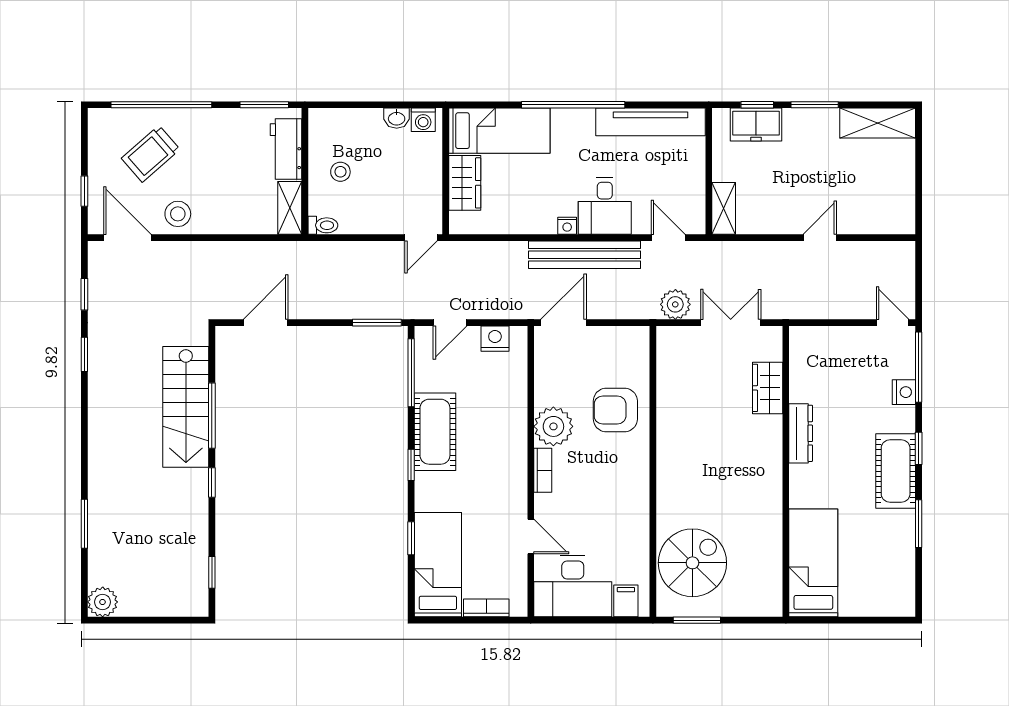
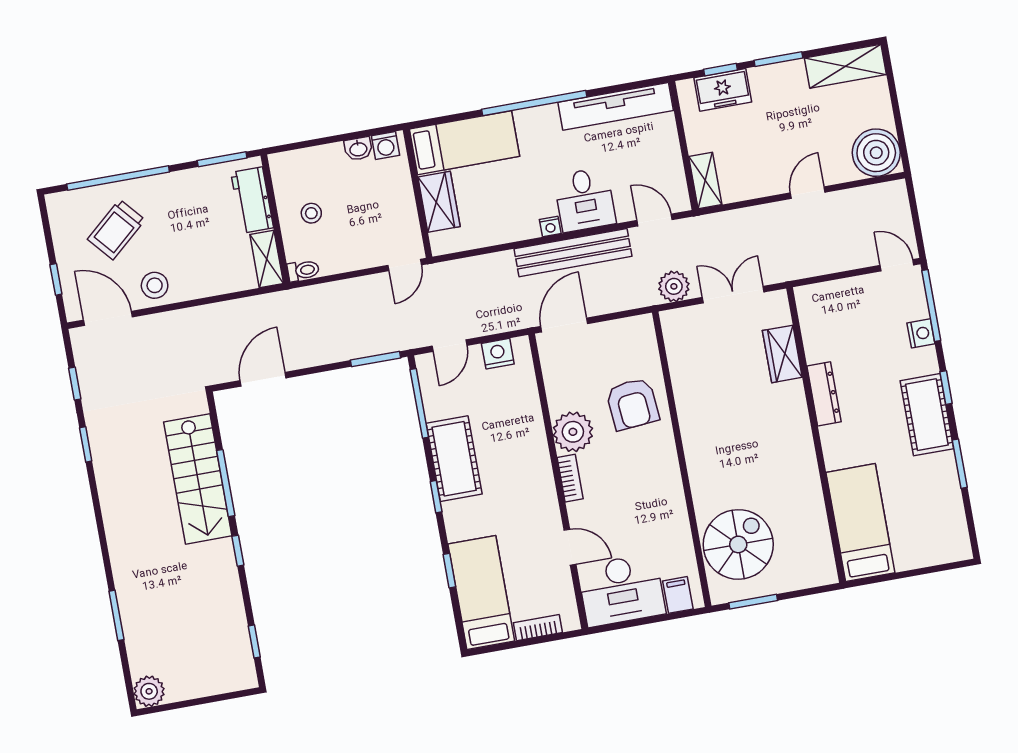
boiler: (892, 211) -> (876, 153), added
armchair: (615, 410) -> (633, 404), turned -95

